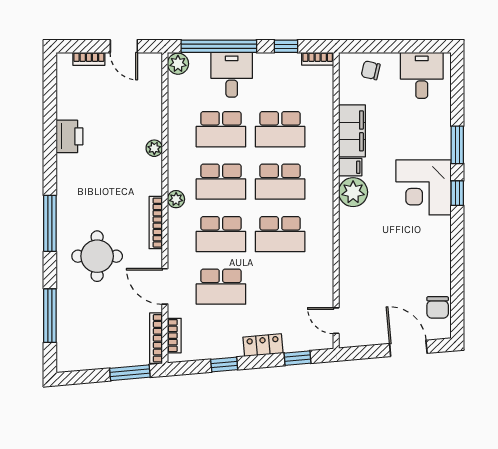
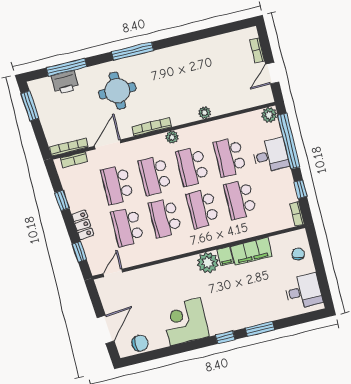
printer: (69, 136) -> (65, 82), moved
corner desk: (424, 187) -> (185, 322), moved
school desk: (280, 287) -> (127, 227), added
chair: (438, 307) -> (140, 343), turned 180
window: (130, 373) -> (30, 106), moved

